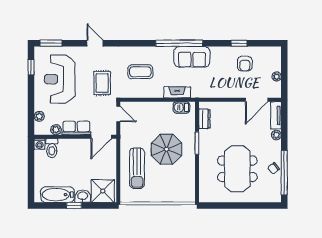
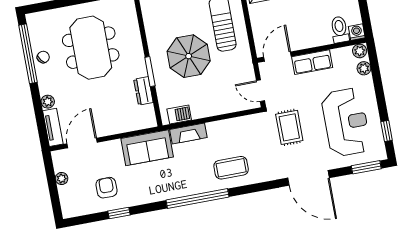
door: (95, 43) -> (308, 178), width x1.88
sofa: (192, 57) -> (147, 148), moved, turned 180
coffee table: (140, 72) -> (231, 168), moved
dresser: (204, 119) -> (143, 91), moved
plant: (56, 130) -> (360, 51), moved

